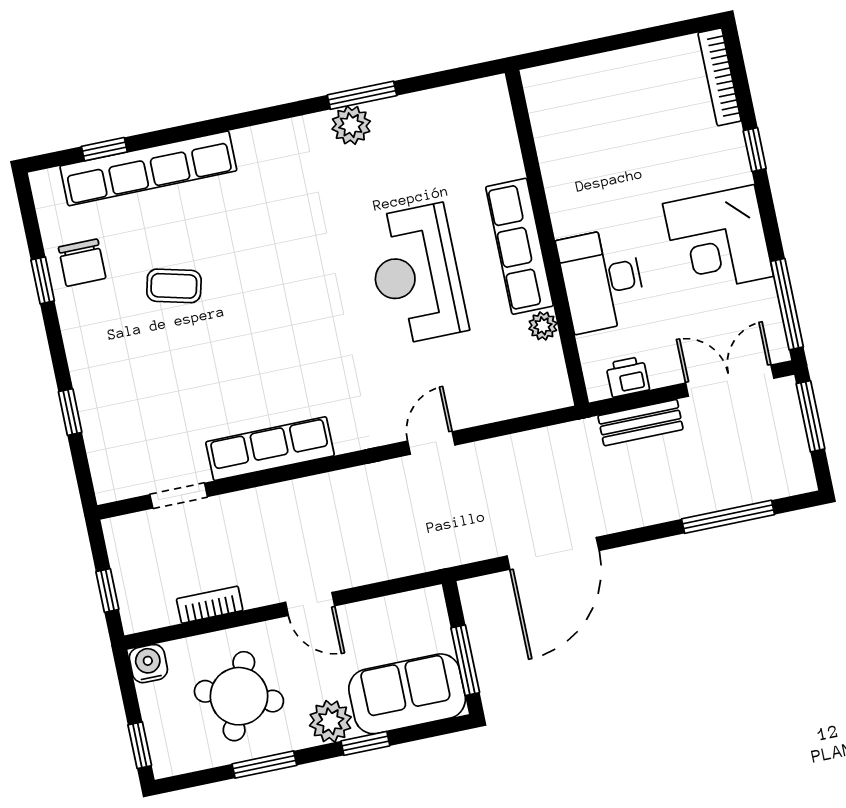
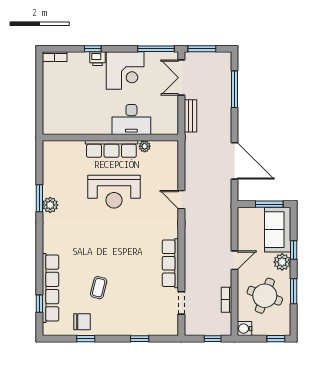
bookcase: (719, 77) -> (55, 57), width x0.64
printer: (628, 377) -> (98, 59), moved, turned -90

